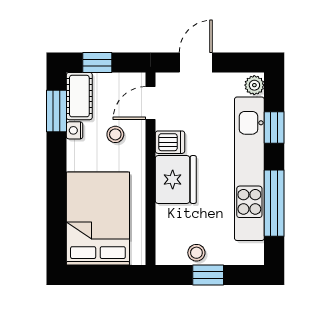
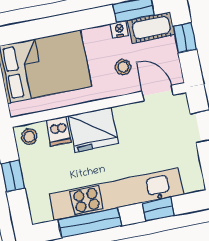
plant: (254, 85) -> (193, 184), removed
dishwasher: (170, 142) -> (59, 131), moved
stool: (196, 253) -> (29, 137), moved

